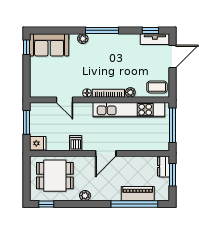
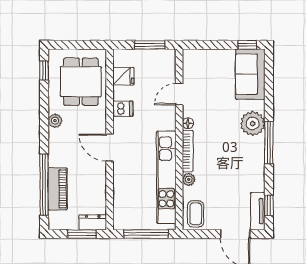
plant: (83, 39) -> (253, 124), width x1.88, depth x1.88
fridge: (38, 143) -> (123, 76), moved, turned -90

